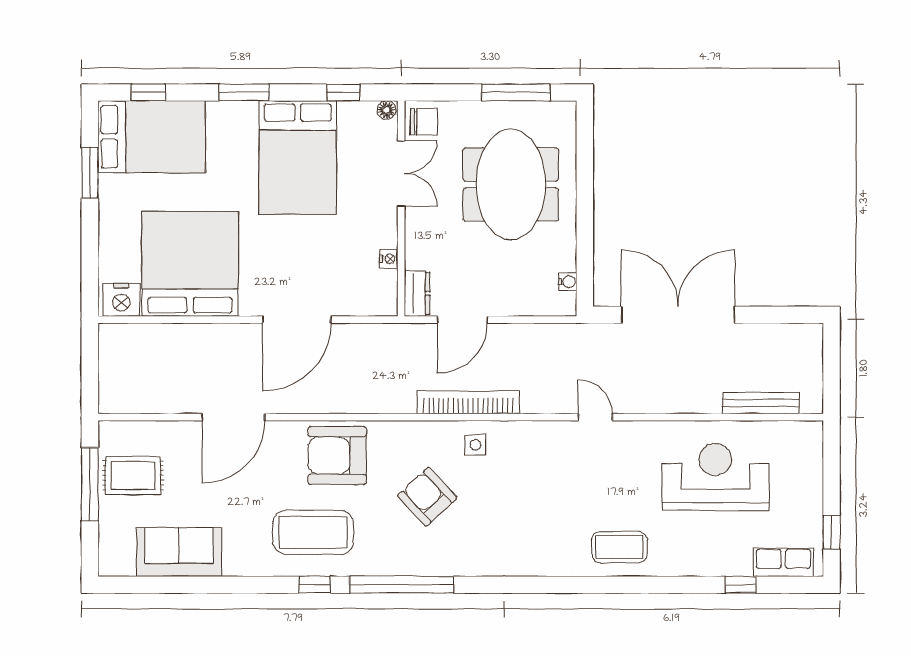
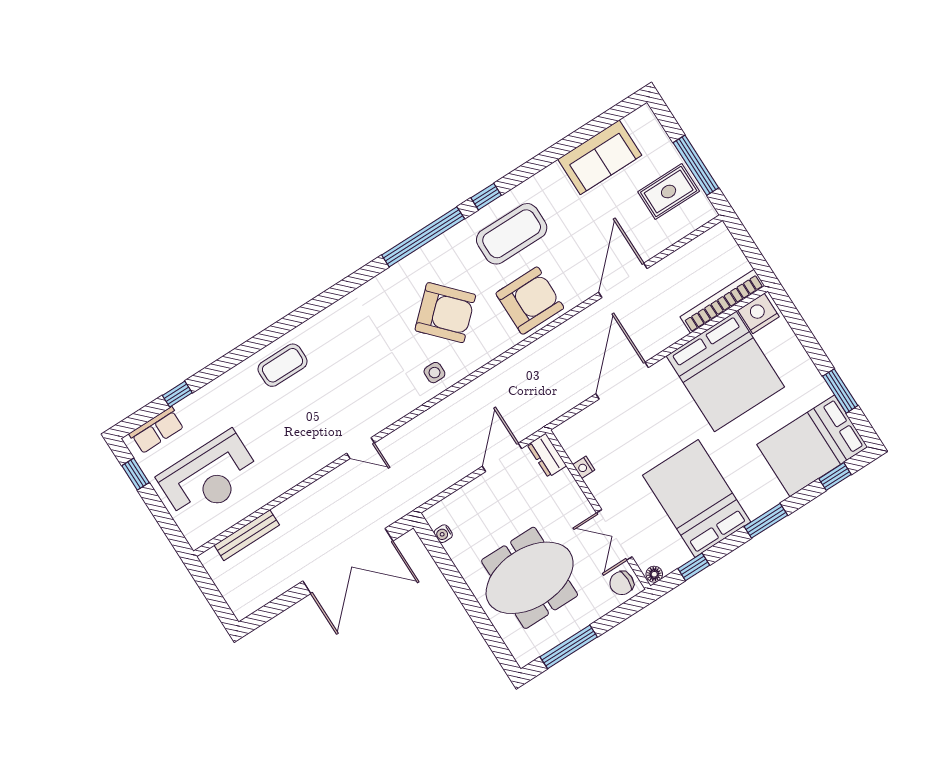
meeting table: (511, 184) -> (530, 578), turned 90
bookcase: (468, 402) -> (722, 301), moved, turned 180
reception desk: (715, 477) -> (209, 476), moved
armchair: (427, 497) -> (445, 313), width x1.36, depth x1.36

